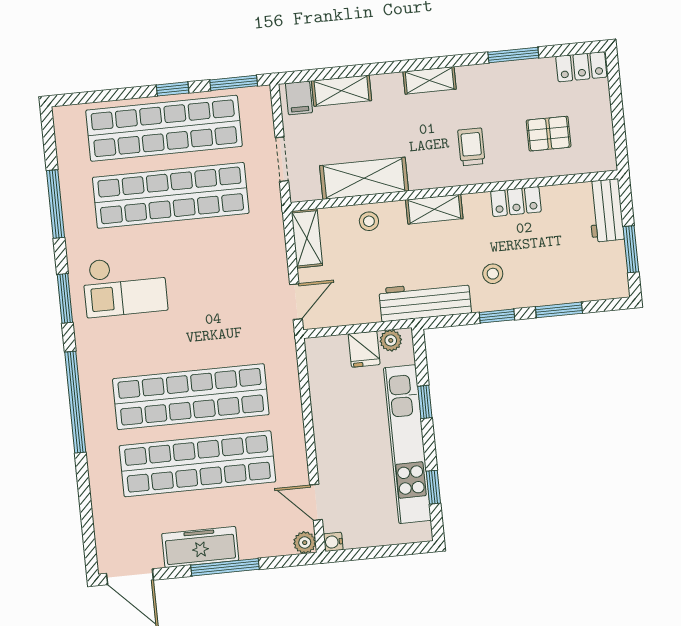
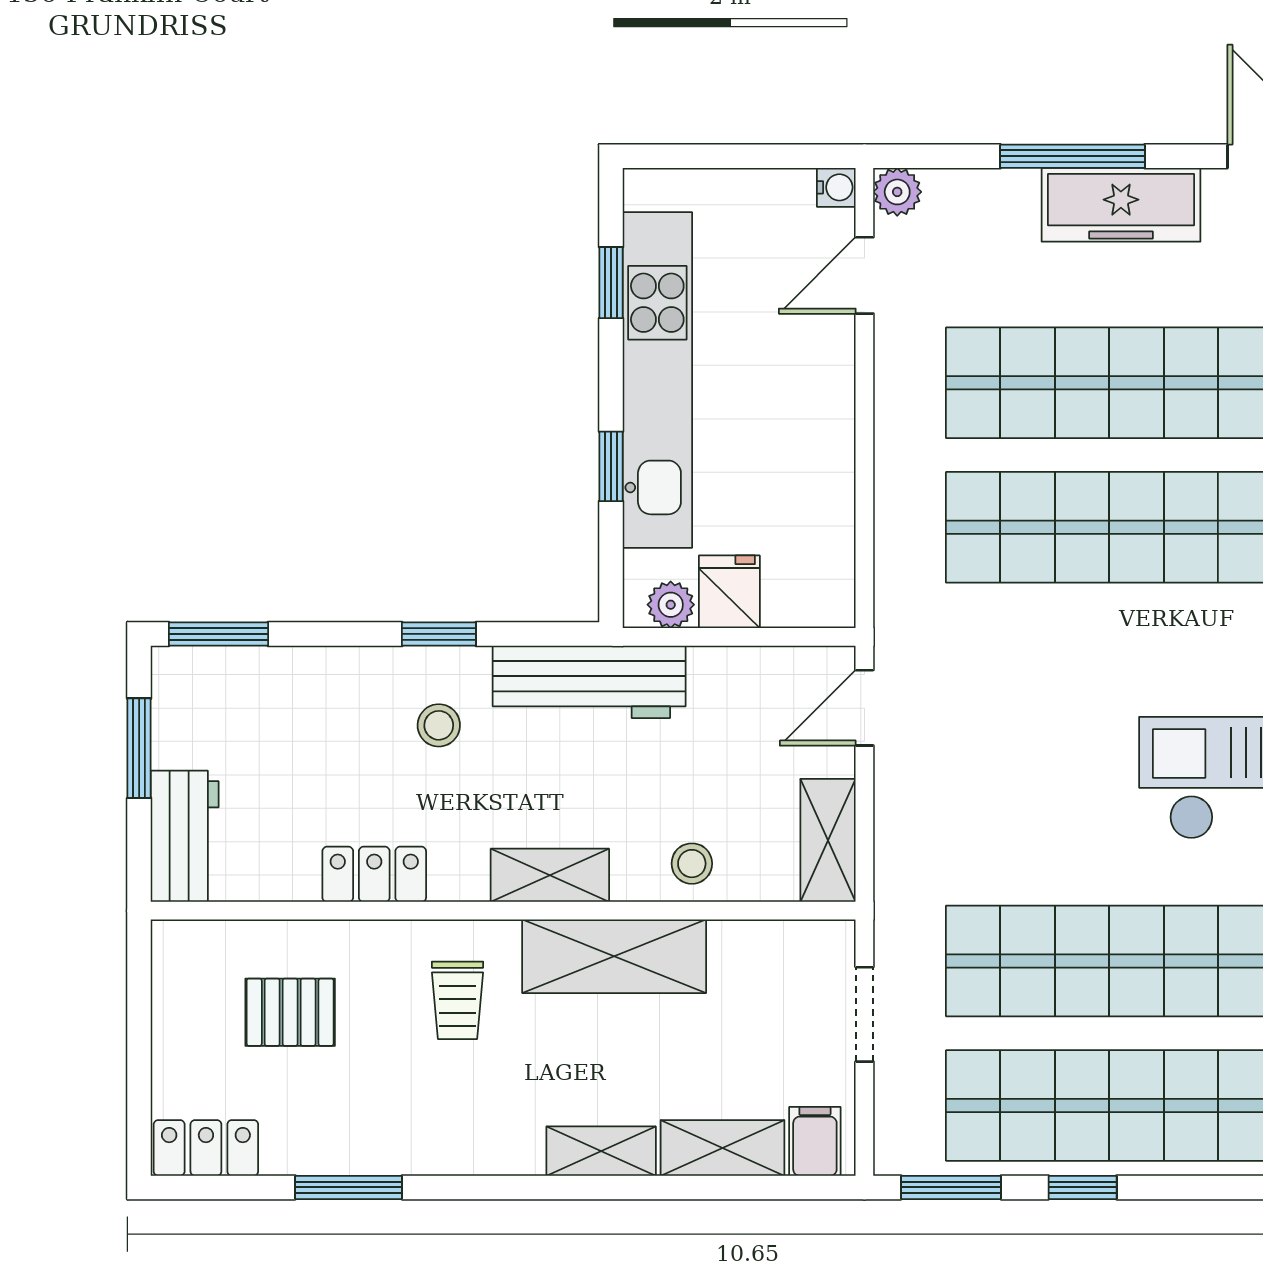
shelving: (430, 80) -> (601, 1151), moved
shelving: (364, 178) -> (614, 956), moved
window: (559, 310) -> (218, 634), moved
door: (316, 502) -> (864, 275), swing flipped

